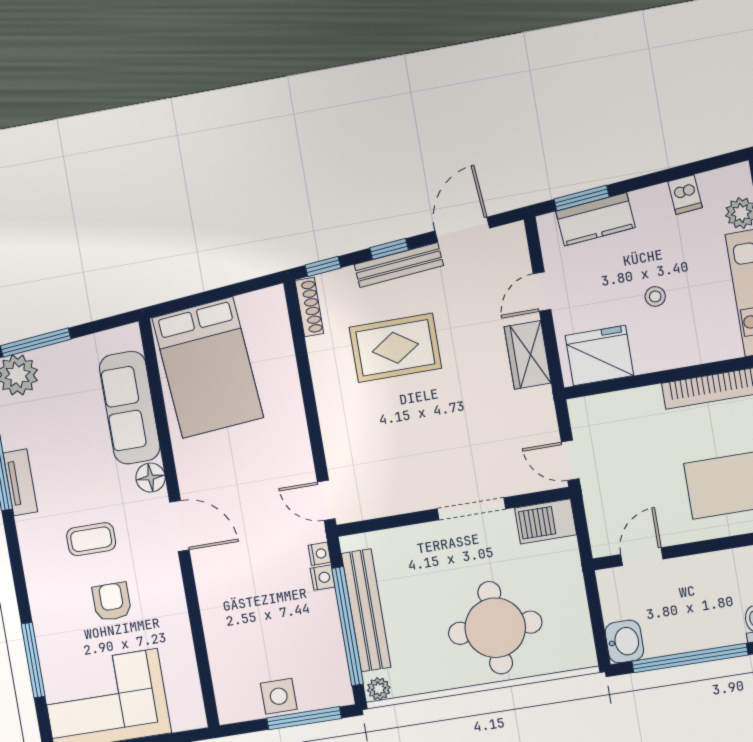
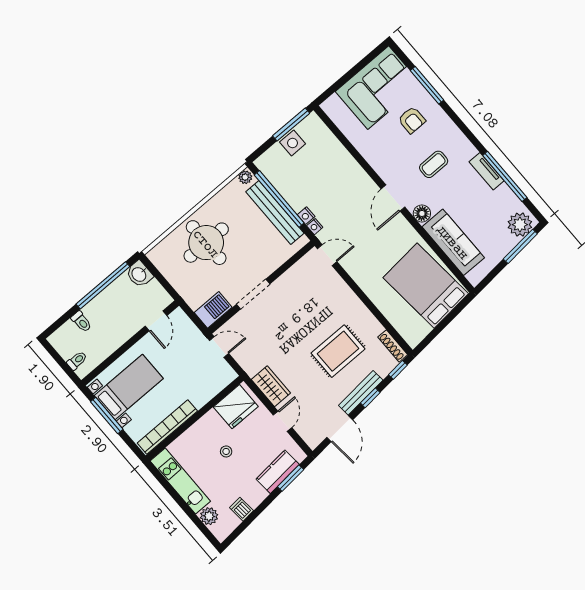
door: (179, 526) -> (393, 198), hinge flipped
armchair: (112, 602) -> (412, 120), moved
window: (304, 718) -> (291, 125), moved

